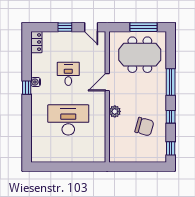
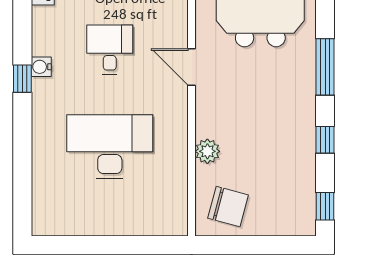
door: (107, 82) -> (192, 67), hinge flipped
plant: (115, 111) -> (207, 151), moved
chair: (144, 127) -> (228, 207), moved

